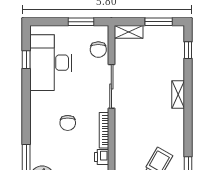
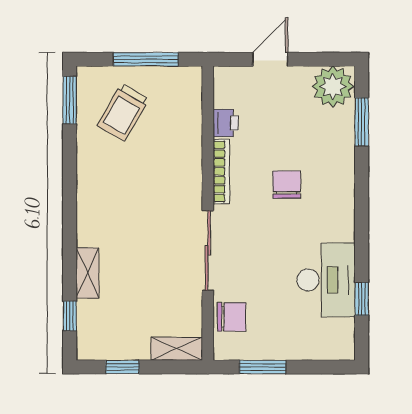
window: (159, 22) -> (122, 367), width x0.67
chair: (98, 50) -> (232, 317), turned 90
desk: (51, 63) -> (326, 280), width x0.73, depth x0.77
shelving: (178, 94) -> (88, 273), moved

